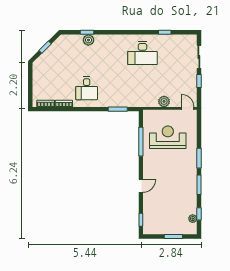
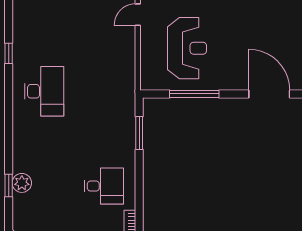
plant: (164, 101) -> (126, 55), removed
reception desk: (168, 137) -> (187, 48), turned 180
door: (141, 186) -> (269, 94), width x1.88

